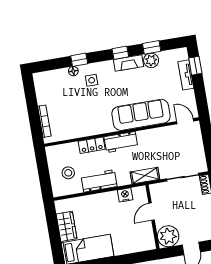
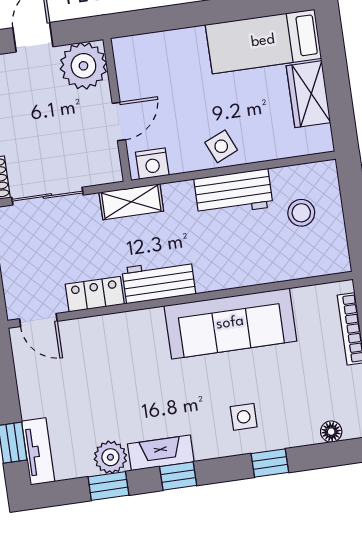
floor lamp: (73, 71) -> (331, 432), moved
tv unit: (186, 75) -> (38, 451), moved
sofa: (141, 115) -> (230, 323), moved
workbench: (121, 142) -> (159, 281), moved
locker: (92, 145) -> (95, 294), moved
nightstand: (125, 195) -> (152, 164), moved
side table: (105, 202) -> (221, 146), added

